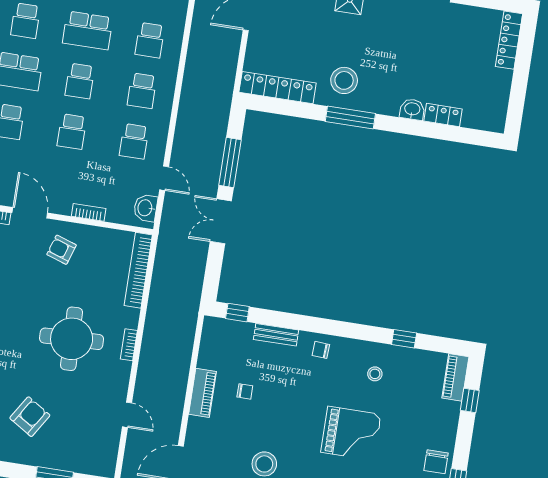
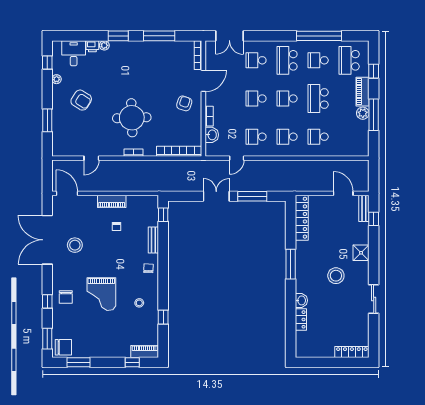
stool: (344, 80) -> (336, 276), moved
washbasin: (145, 208) -> (212, 135), moved, turned 90
chair: (436, 462) -> (92, 348), removed

